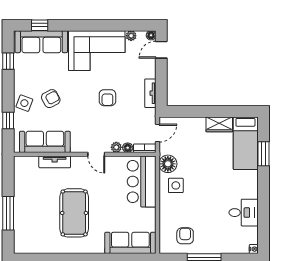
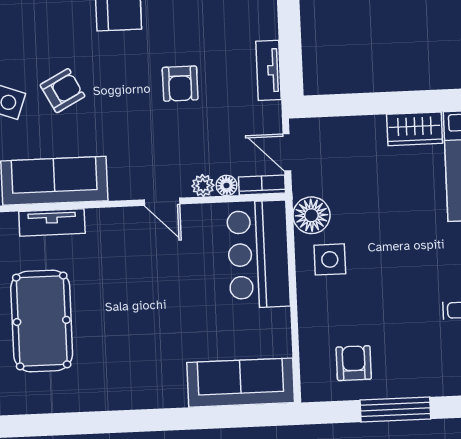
door: (157, 133) -> (287, 152), swing flipped
tv unit: (55, 162) -> (52, 222), moved
pool table: (74, 213) -> (42, 321), moved

